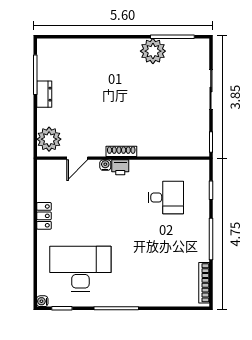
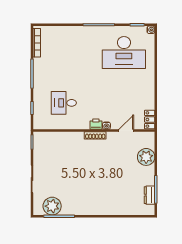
plant: (153, 51) -> (52, 206), moved
dresser: (44, 94) -> (150, 195), moved
plant: (49, 139) -> (146, 157), moved
locker: (44, 216) -> (150, 120), moved

